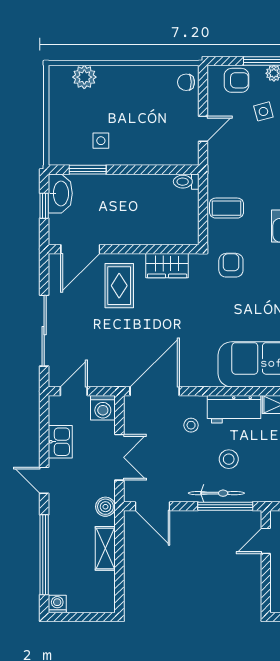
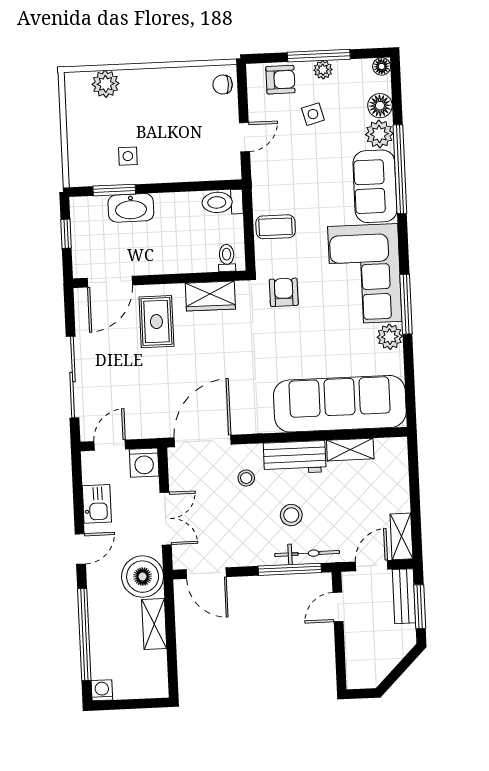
toilet: (186, 182) -> (222, 202), width x1.37, depth x1.39
washbasin: (60, 193) -> (131, 208), moved, turned 90
toilet: (183, 233) -> (227, 258), added
door: (44, 480) -> (80, 549), swing flipped
bicycle: (216, 493) -> (307, 553), moved
boiler: (105, 507) -> (143, 577), width x1.86, depth x1.86

